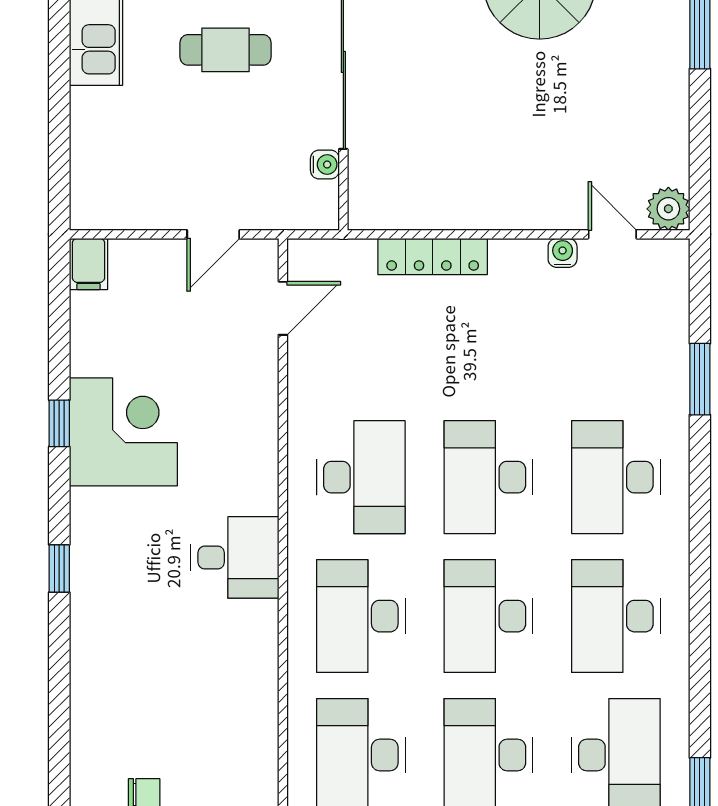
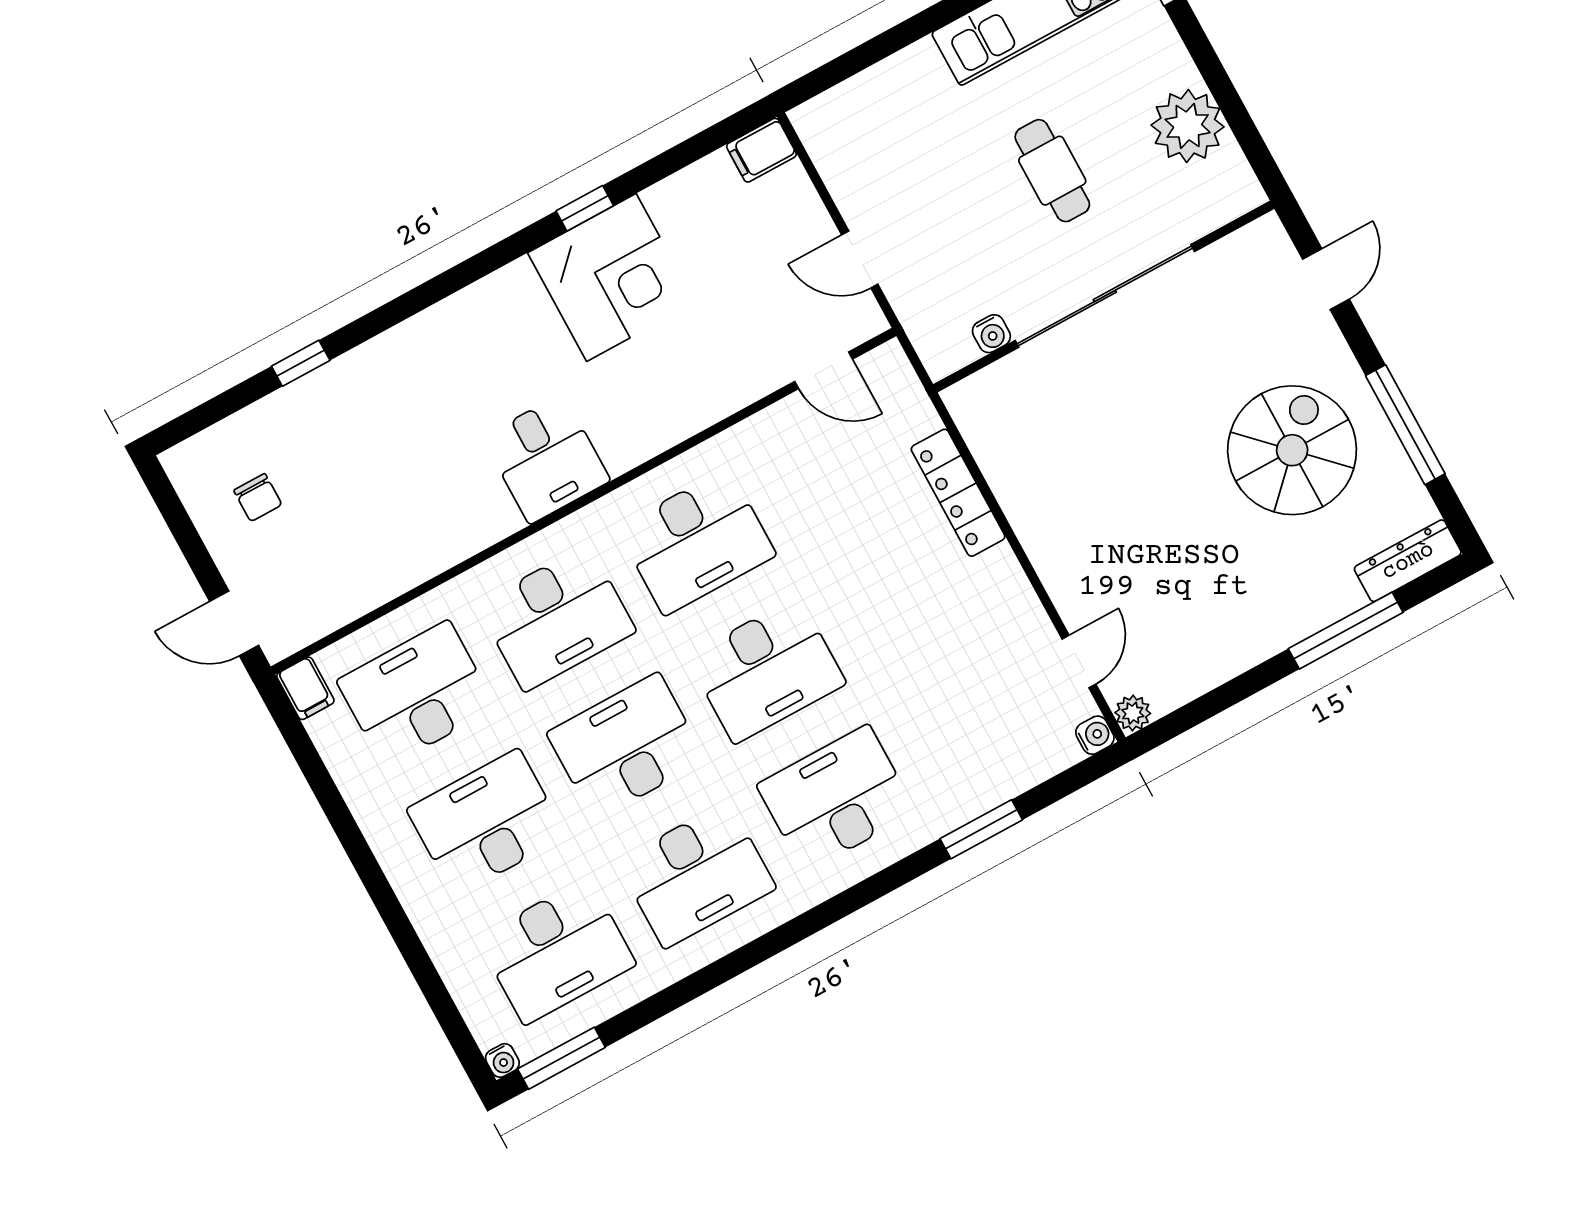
plant: (668, 209) -> (1133, 713), width x0.73, depth x0.73
water cooler: (563, 253) -> (1095, 735), moved
desk: (488, 477) -> (766, 670), turned 180
window: (59, 568) -> (301, 363), moved
desk: (361, 616) -> (556, 618), turned 180
desk: (616, 616) -> (696, 875), turned 180

